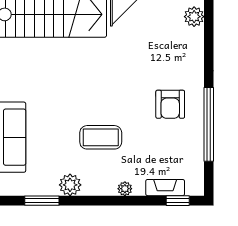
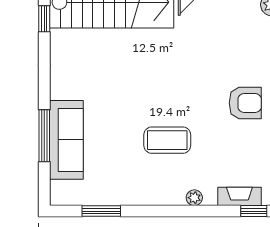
armchair: (170, 104) -> (245, 103), turned -90
plant: (70, 185) -> (133, 193), removed

